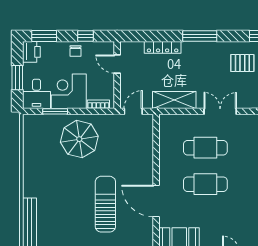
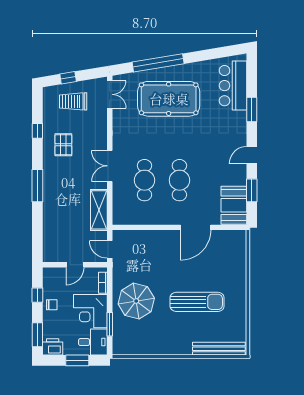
locker: (163, 47) -> (48, 221), removed
door: (117, 64) -> (75, 265), moved
sun lounger: (105, 204) -> (197, 302), moved, turned 180

